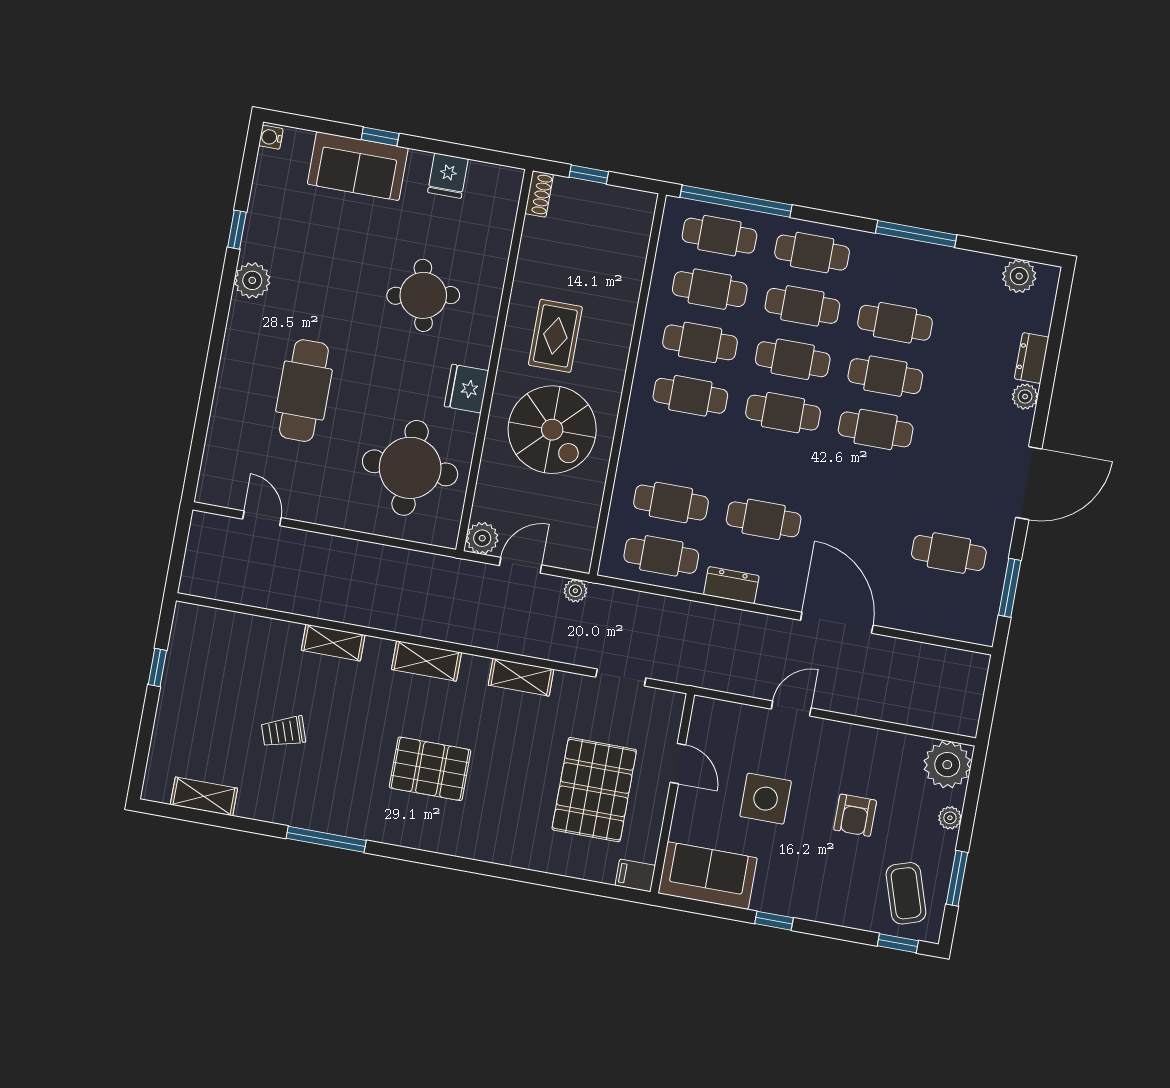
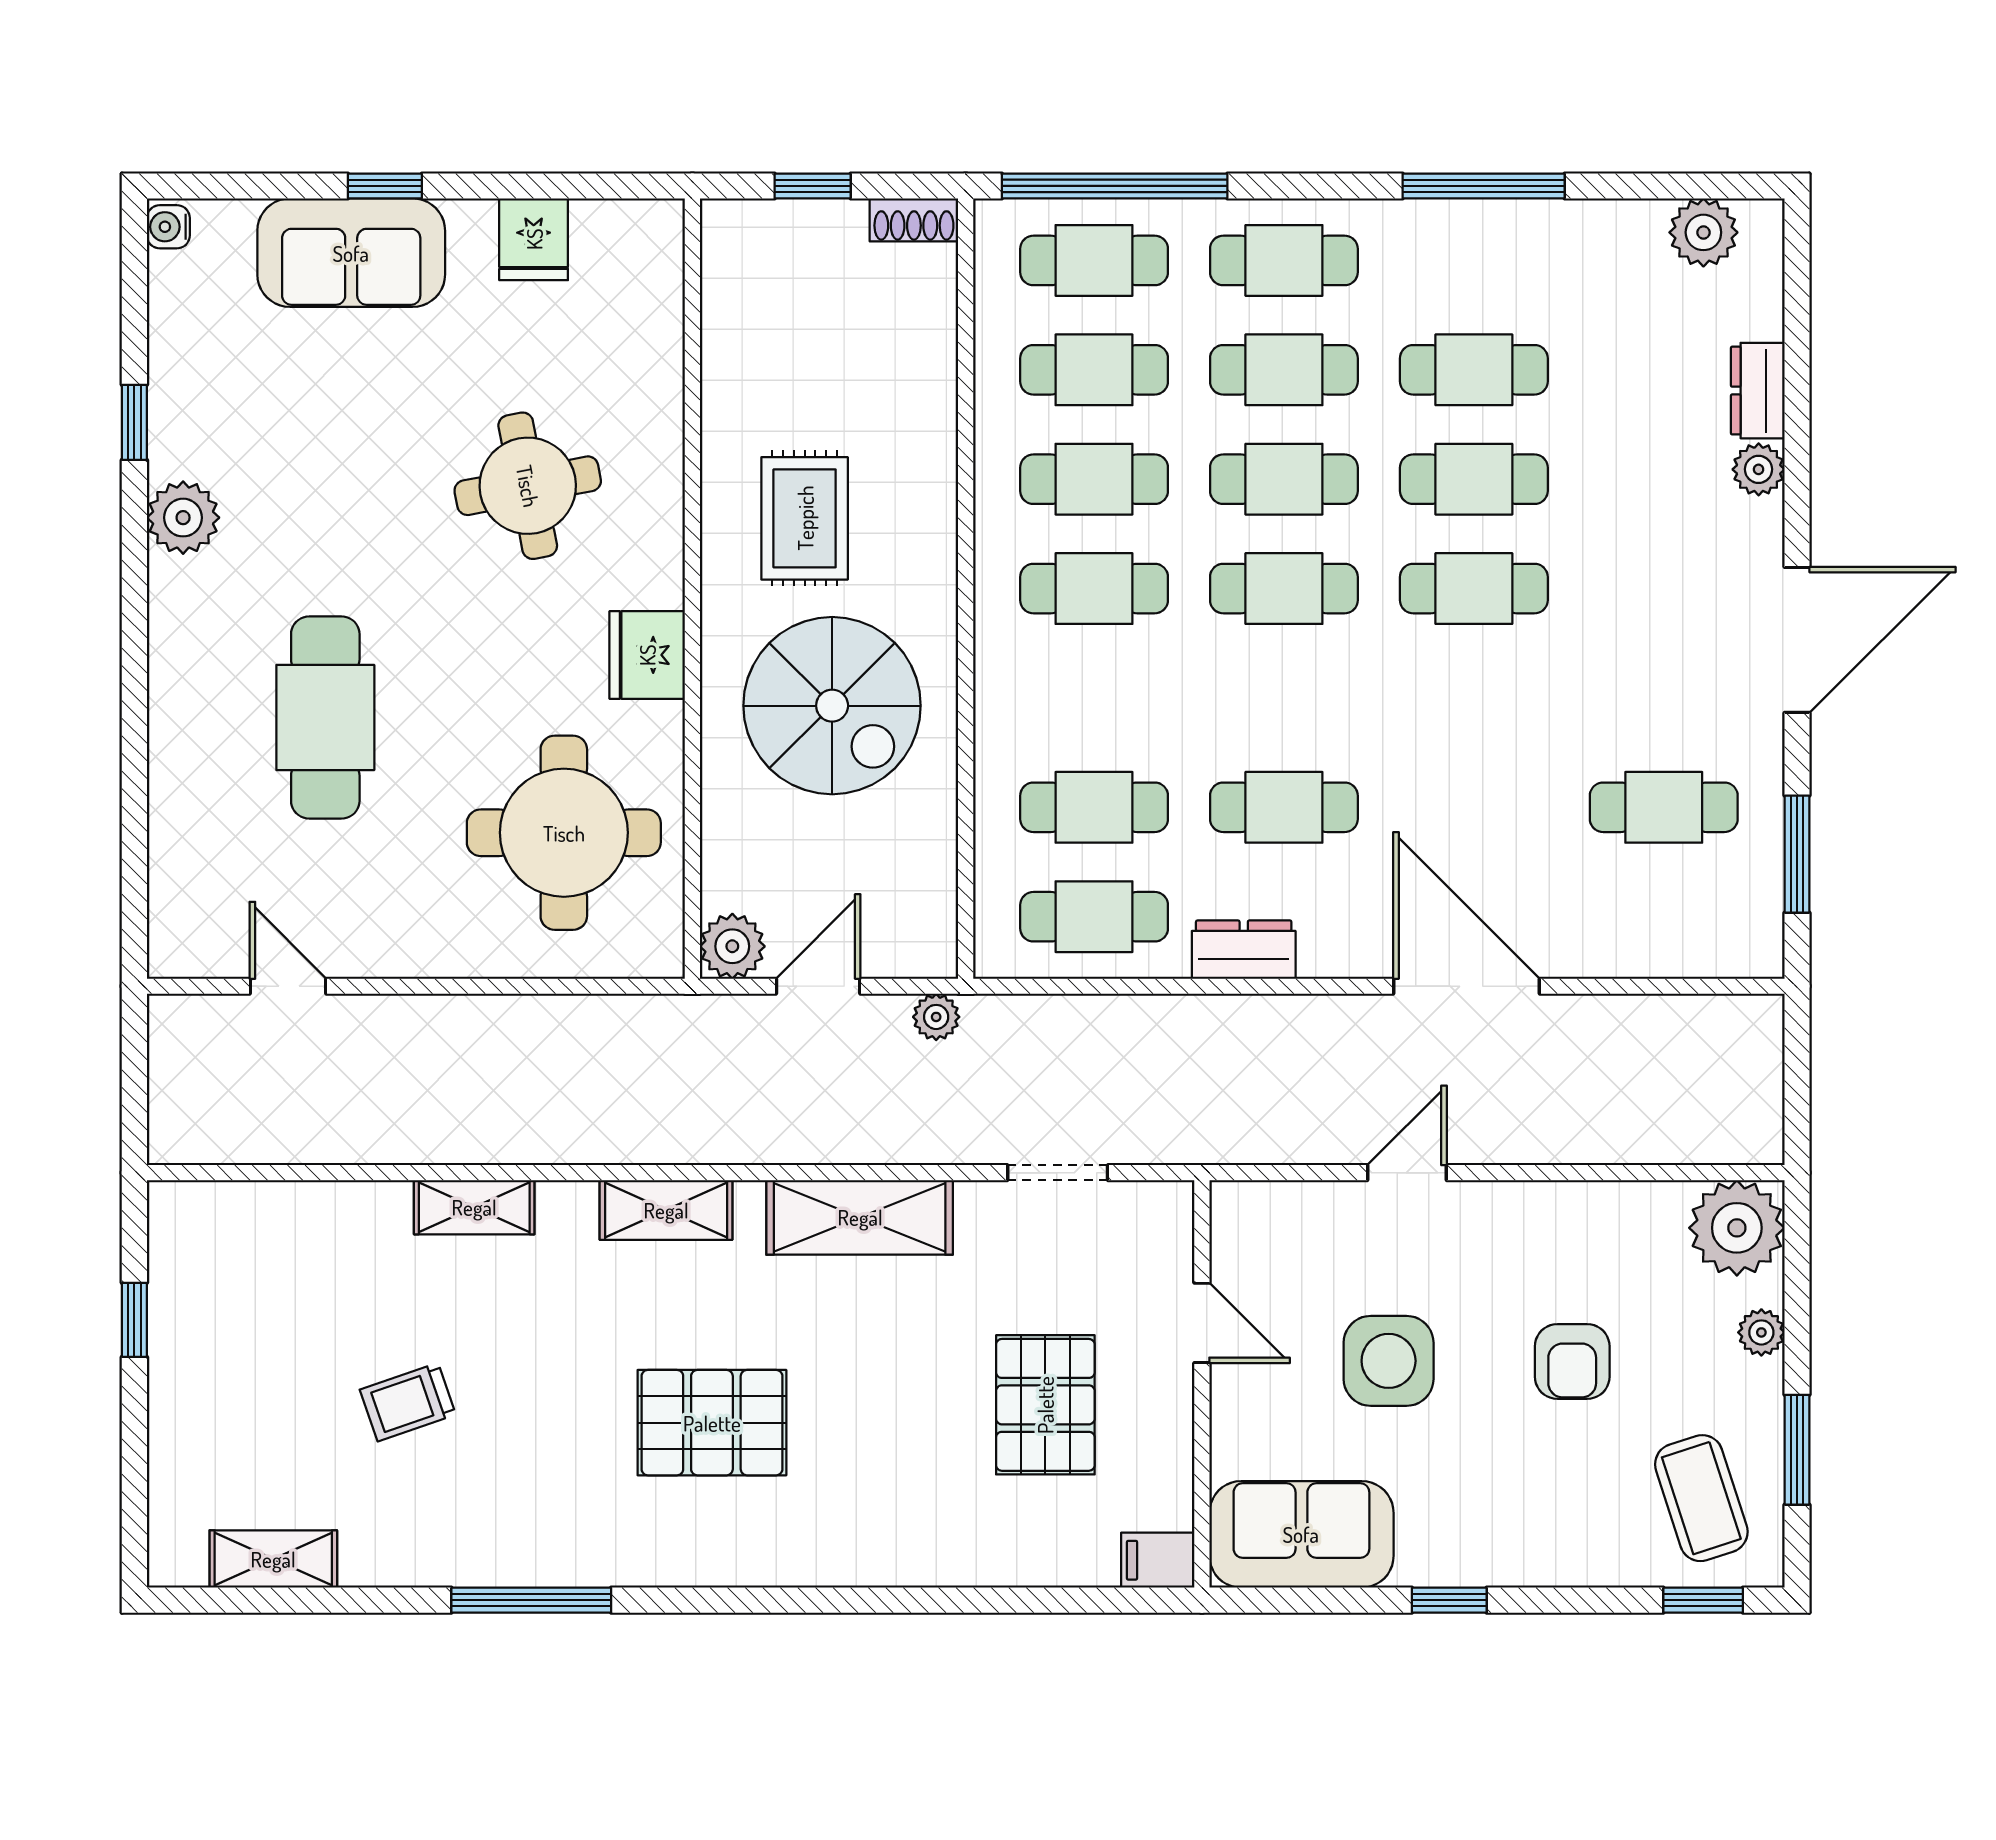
shoe rack: (539, 194) -> (914, 220), moved, turned 90
shelving: (521, 677) -> (860, 1217), width x1.50, depth x1.33
pallet: (594, 790) -> (1045, 1405), width x0.73, depth x0.71

